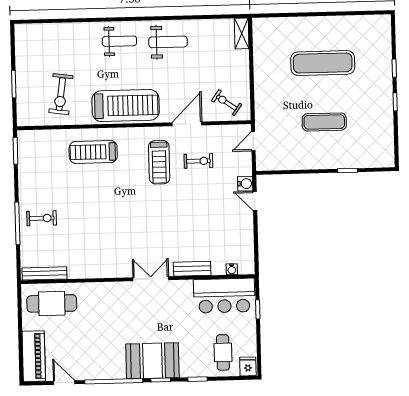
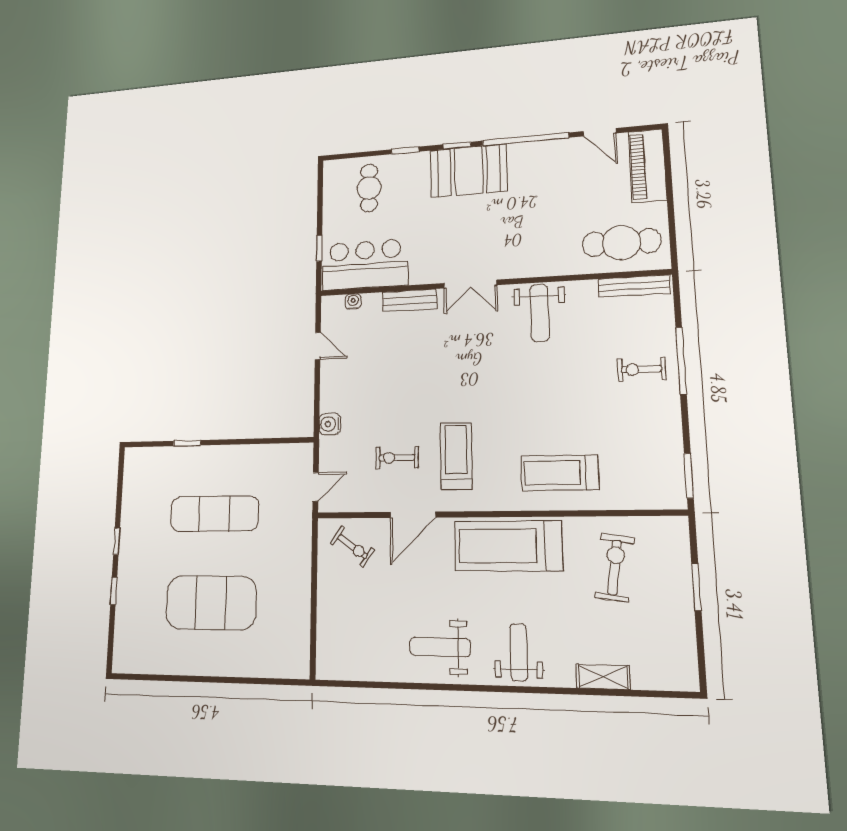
shelving: (242, 33) -> (603, 677), moved, turned 90
weight bench: (119, 41) -> (518, 652), turned 90
exercise mat: (323, 63) -> (211, 603), width x1.47
exercise mat: (324, 122) -> (214, 514), width x1.36, depth x1.45
treadmill: (93, 152) -> (560, 473), turned 180
door: (255, 201) -> (318, 346), moved
weight bench: (105, 257) -> (540, 313), added
fridge: (248, 366) -> (336, 172), removed

